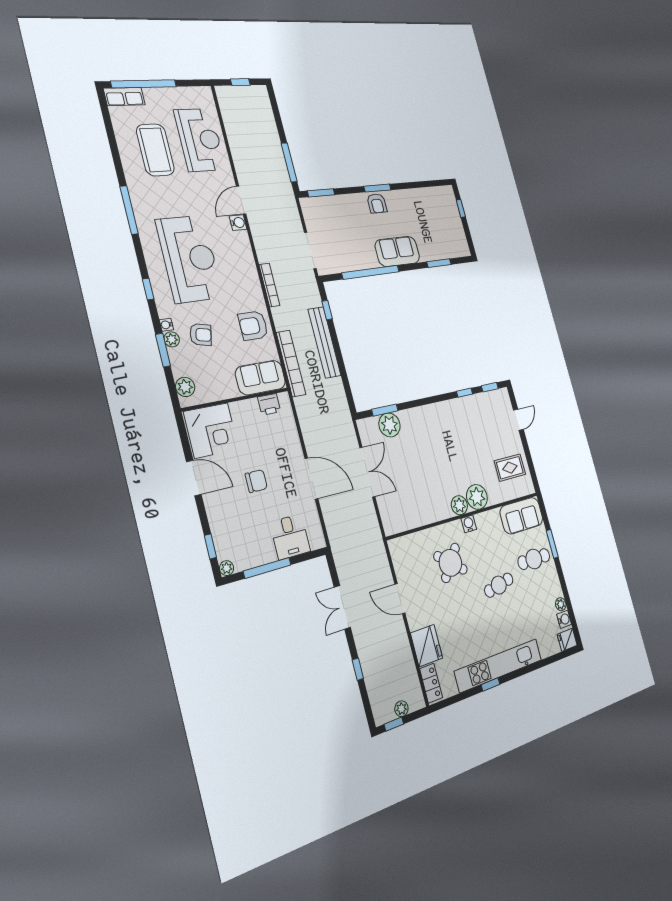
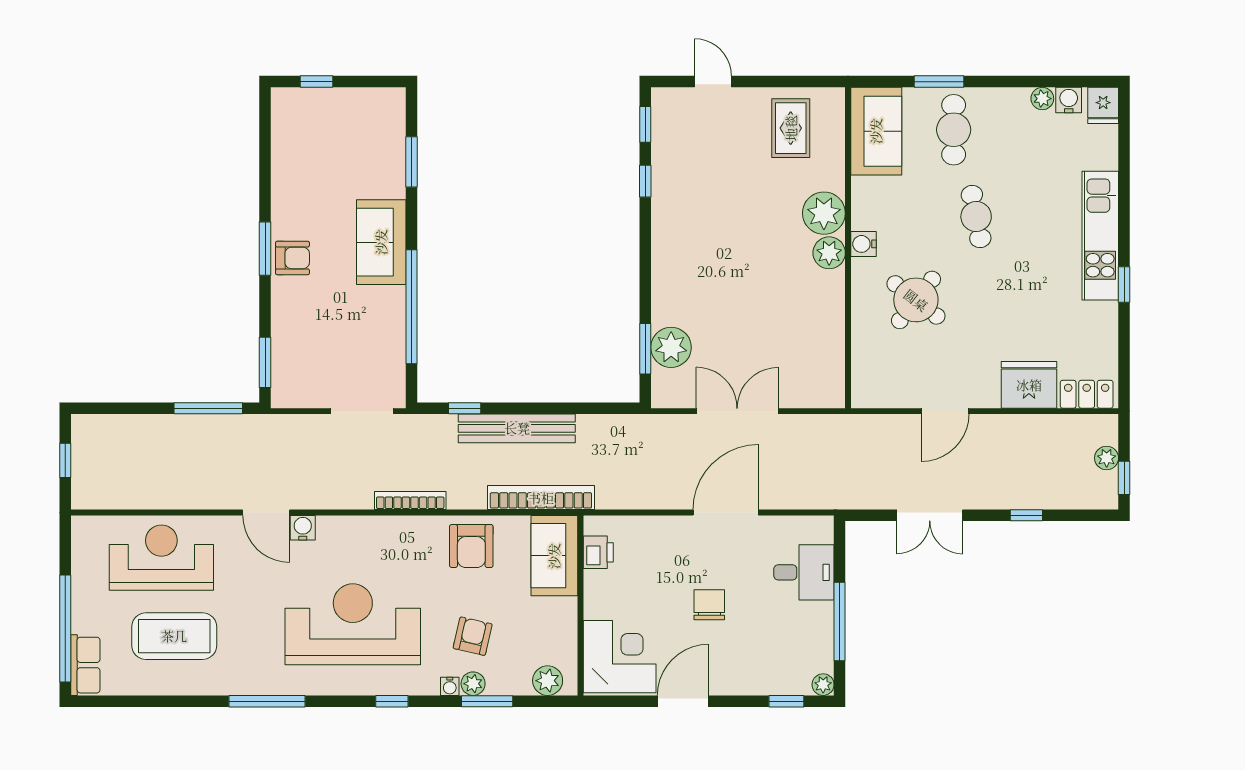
kitchen unit: (499, 665) -> (1100, 236), width x0.73

